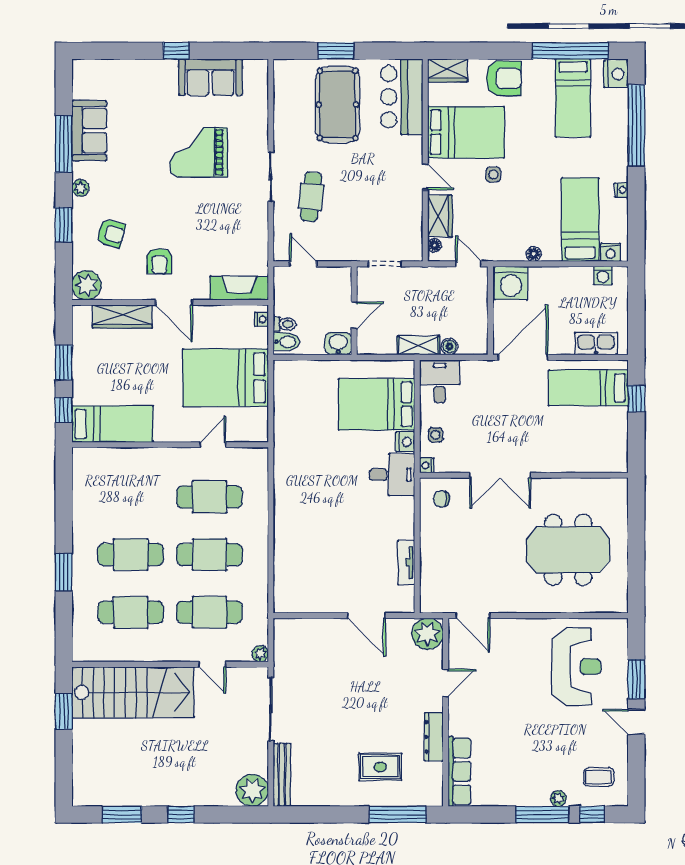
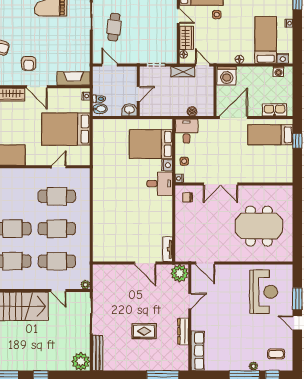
shelving: (418, 345) -> (183, 72), moved
tv unit: (406, 563) -> (168, 249), moved
rug: (380, 767) -> (144, 331), moved

